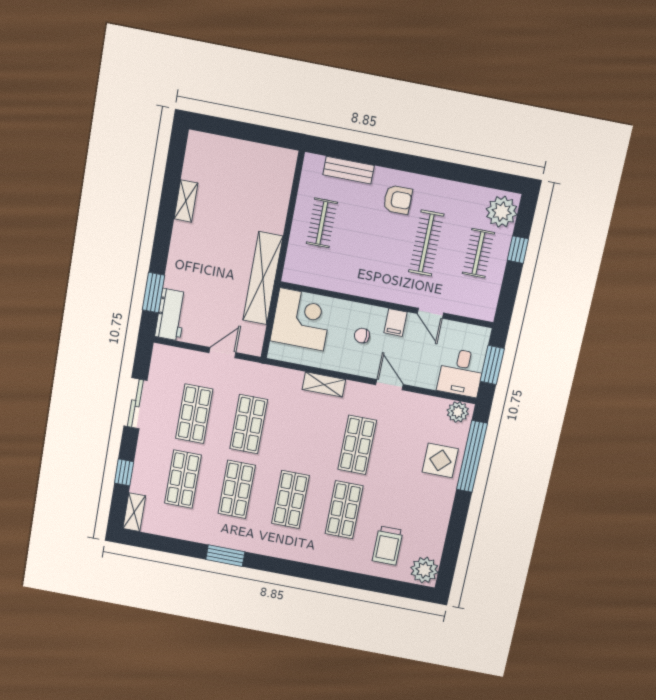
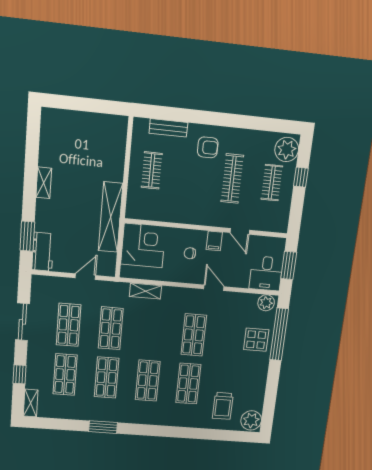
shelving: (186, 201) -> (44, 183), moved
shelving: (324, 384) -> (145, 291), moved

